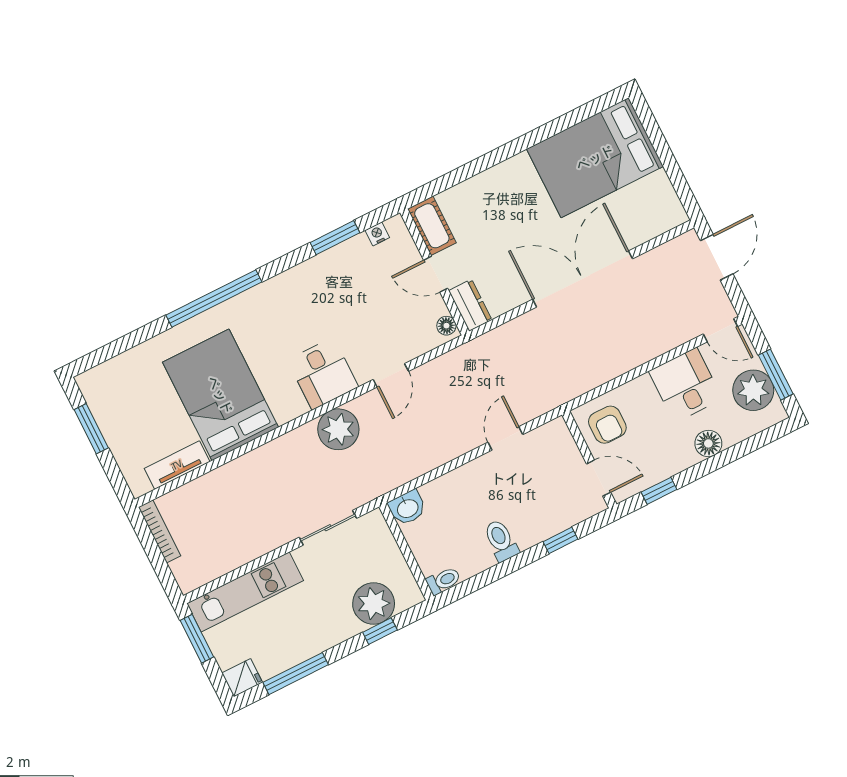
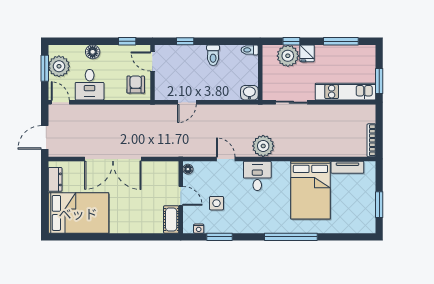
side table: (369, 292) -> (217, 203), added
dresser: (470, 305) -> (55, 179), moved, turned 180
door: (391, 375) -> (226, 159), hinge flipped
fridge: (242, 678) -> (307, 53), moved, turned -90

